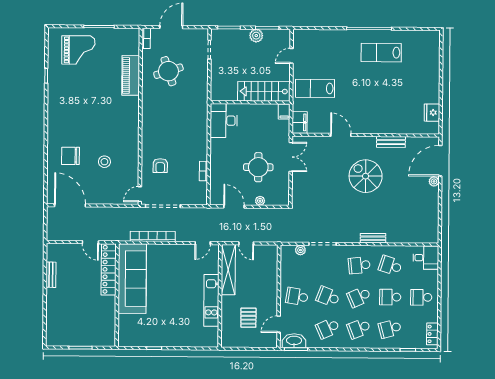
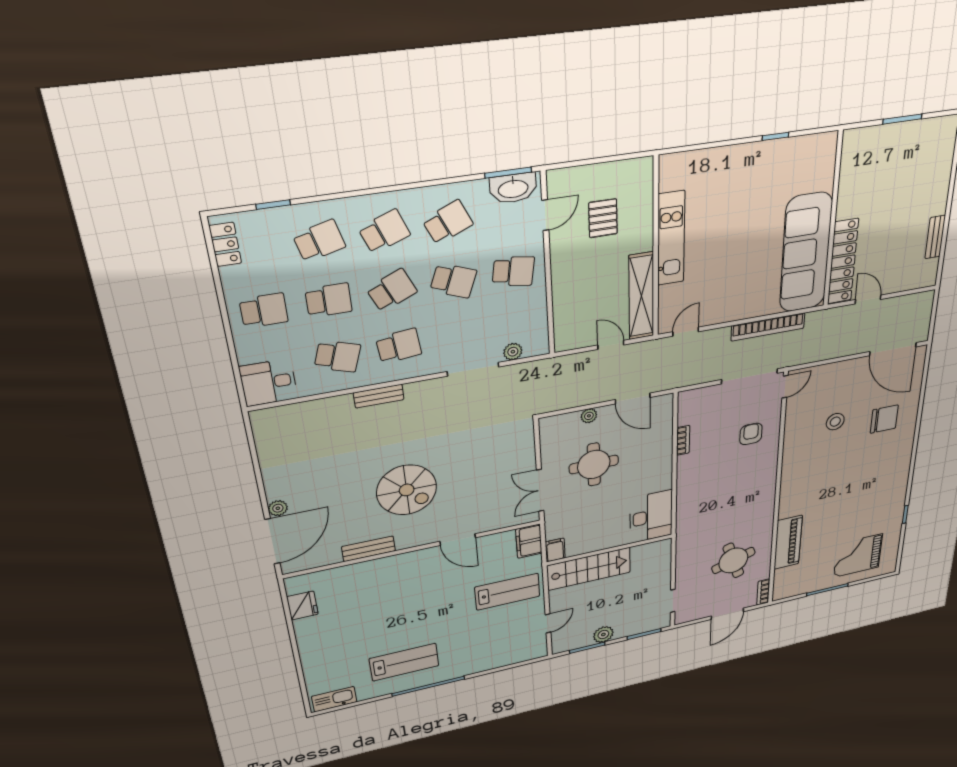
kitchen sink: (425, 37) -> (334, 699), added

